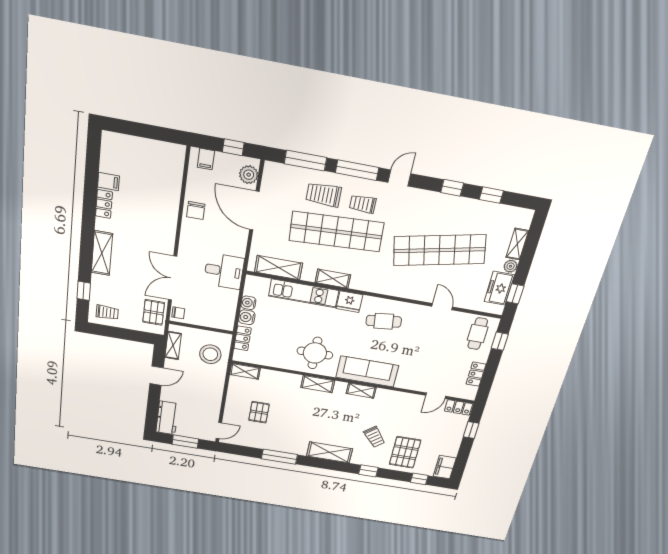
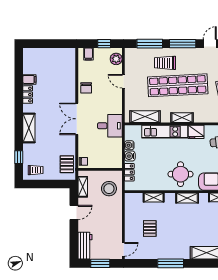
trolley: (363, 204) -> (191, 64), removed
door: (254, 211) -> (123, 81), width x0.53
double door: (173, 278) -> (77, 119), moved
shelving: (245, 371) -> (154, 197), moved

